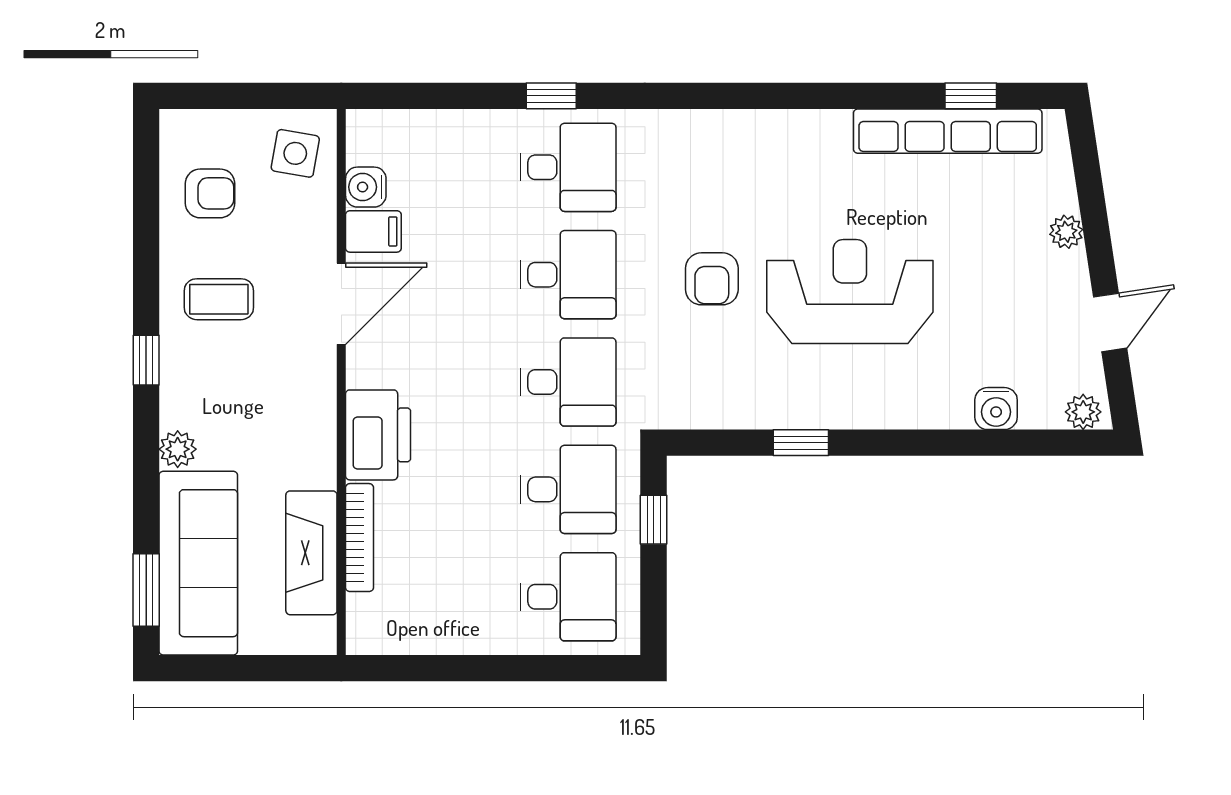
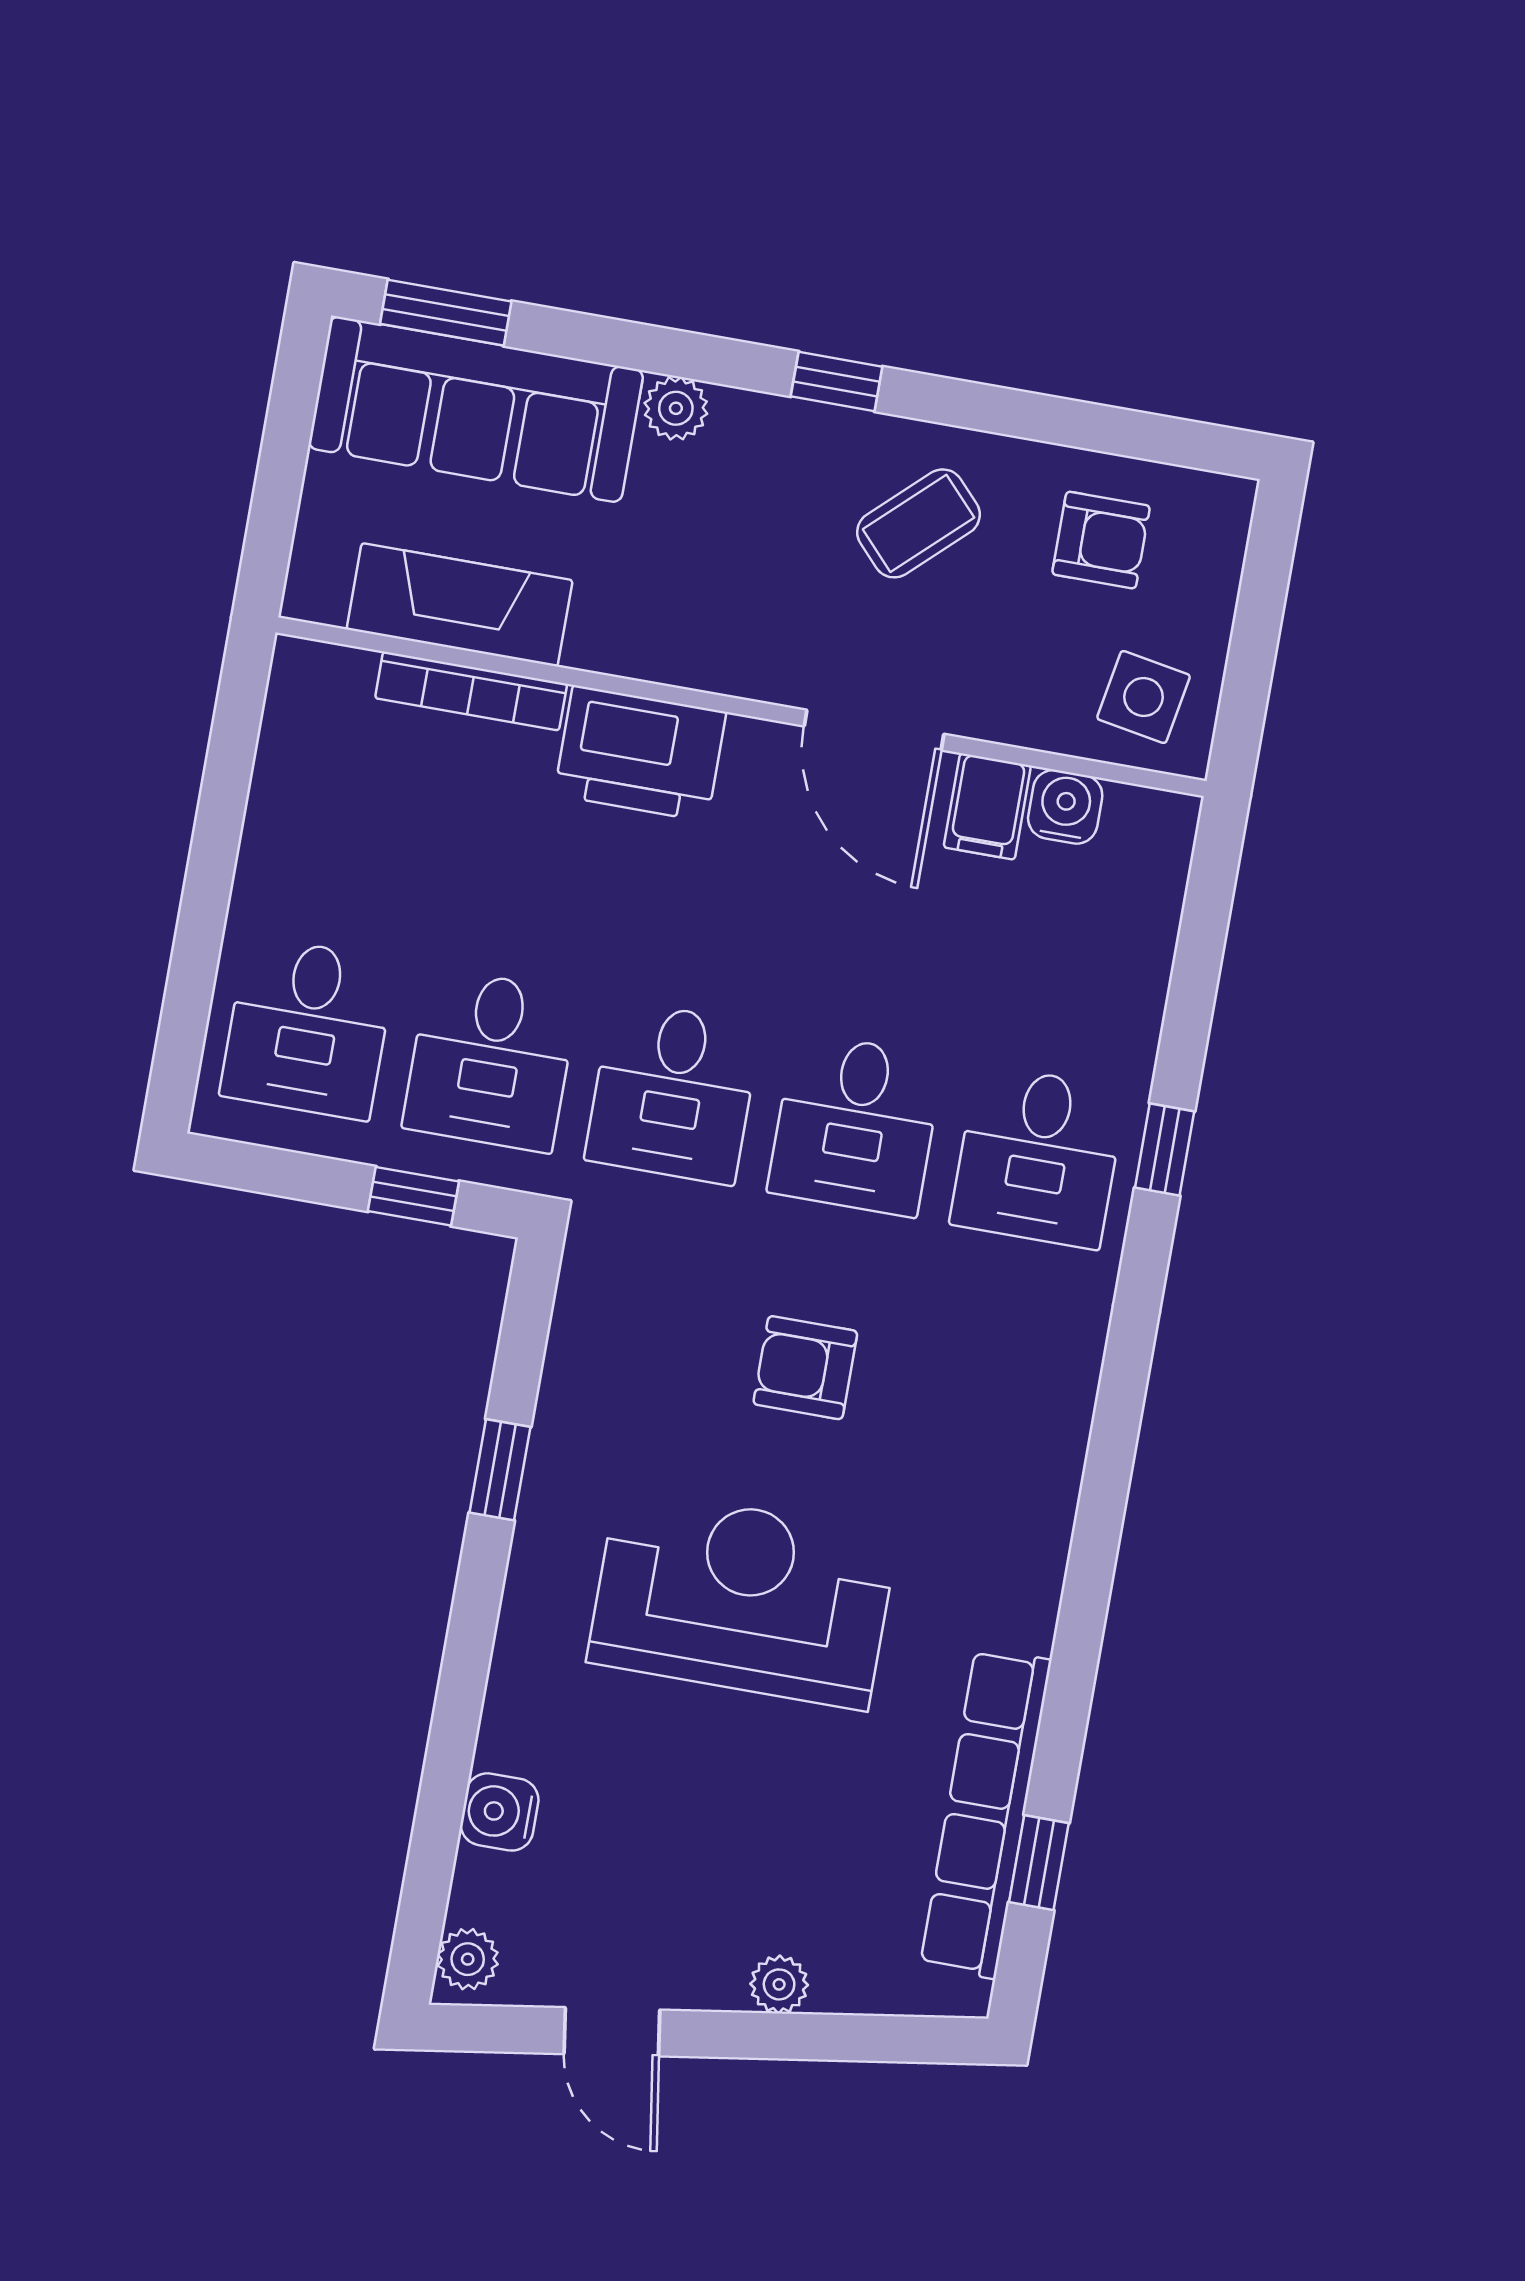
armchair: (210, 193) -> (1101, 540), turned -90
reception desk: (850, 292) -> (742, 1599), turned -90
coffee table: (219, 299) -> (918, 523), turned 47

